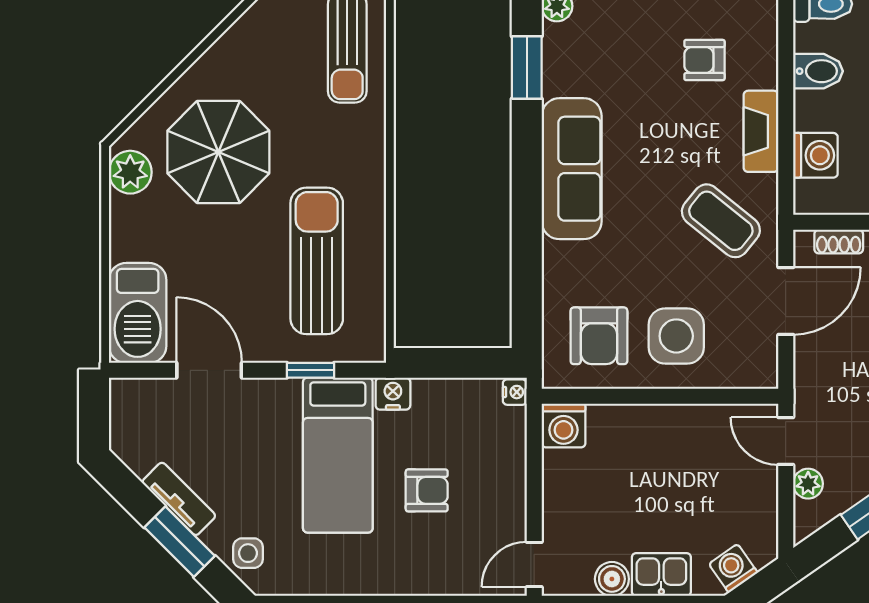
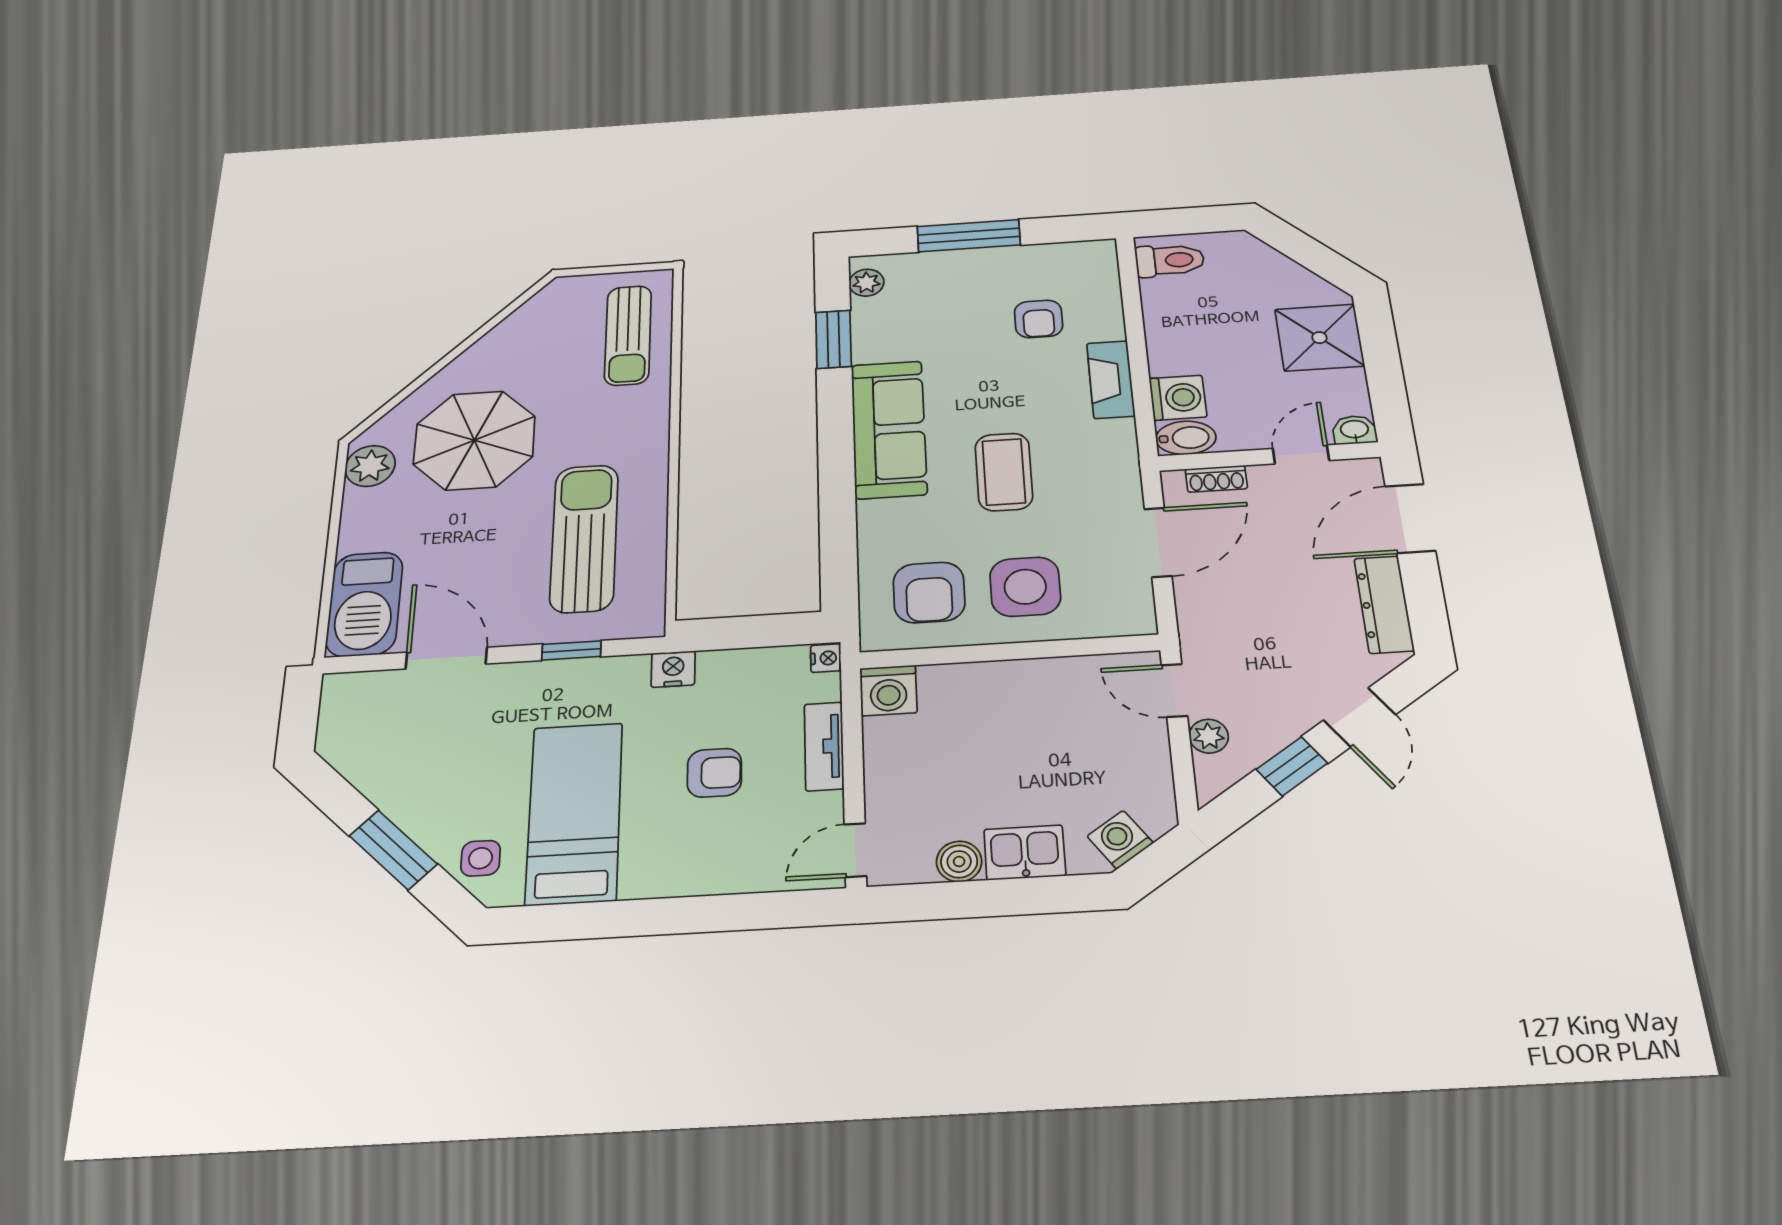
armchair: (704, 60) -> (1039, 319), turned -90
bidet: (818, 71) -> (1186, 438), moved
coffee table: (721, 221) -> (1004, 472), moved, turned 51
bed: (338, 455) -> (574, 813), moved, turned 180
tv unit: (179, 499) -> (824, 746), moved, turned -135

